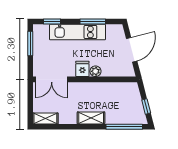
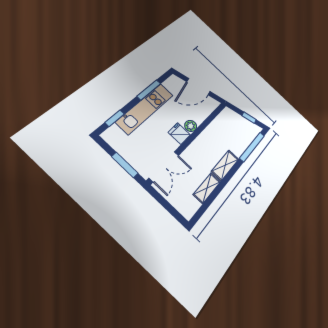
window: (30, 43) -> (125, 165), moved
door: (132, 50) -> (198, 87), swing flipped
shelving: (45, 118) -> (207, 188), moved

